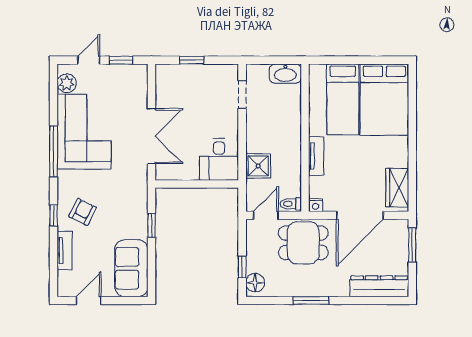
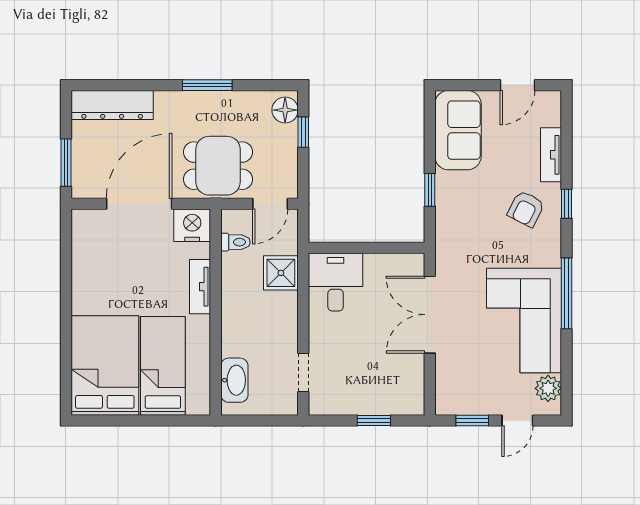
washbasin: (285, 74) -> (234, 380), moved, turned 90
wardrobe: (397, 188) -> (87, 243), removed
toilet: (291, 204) -> (235, 242), moved
nightstand: (316, 205) -> (192, 225), width x1.89, depth x1.79

